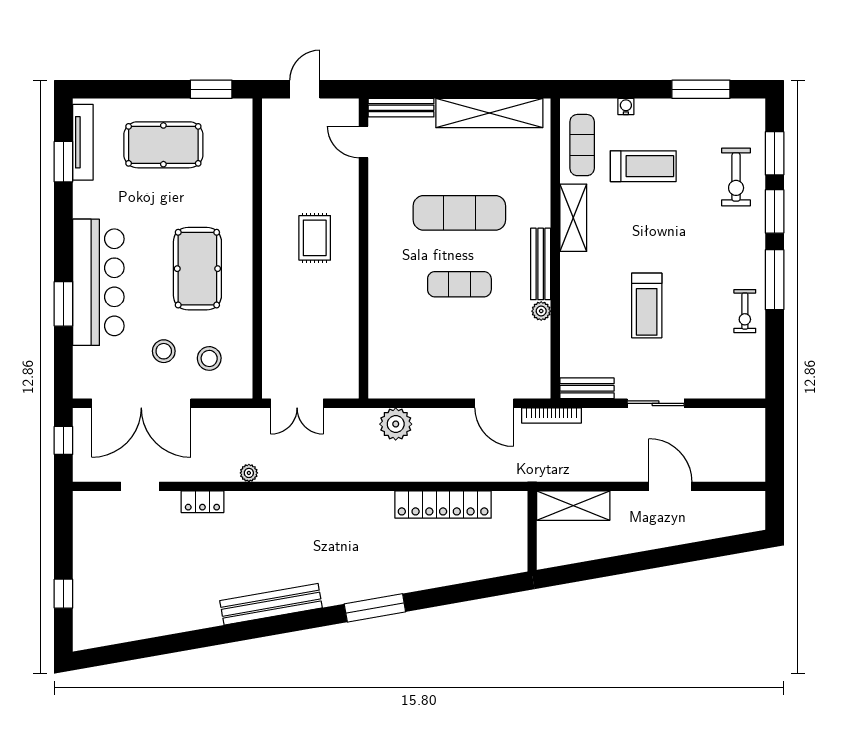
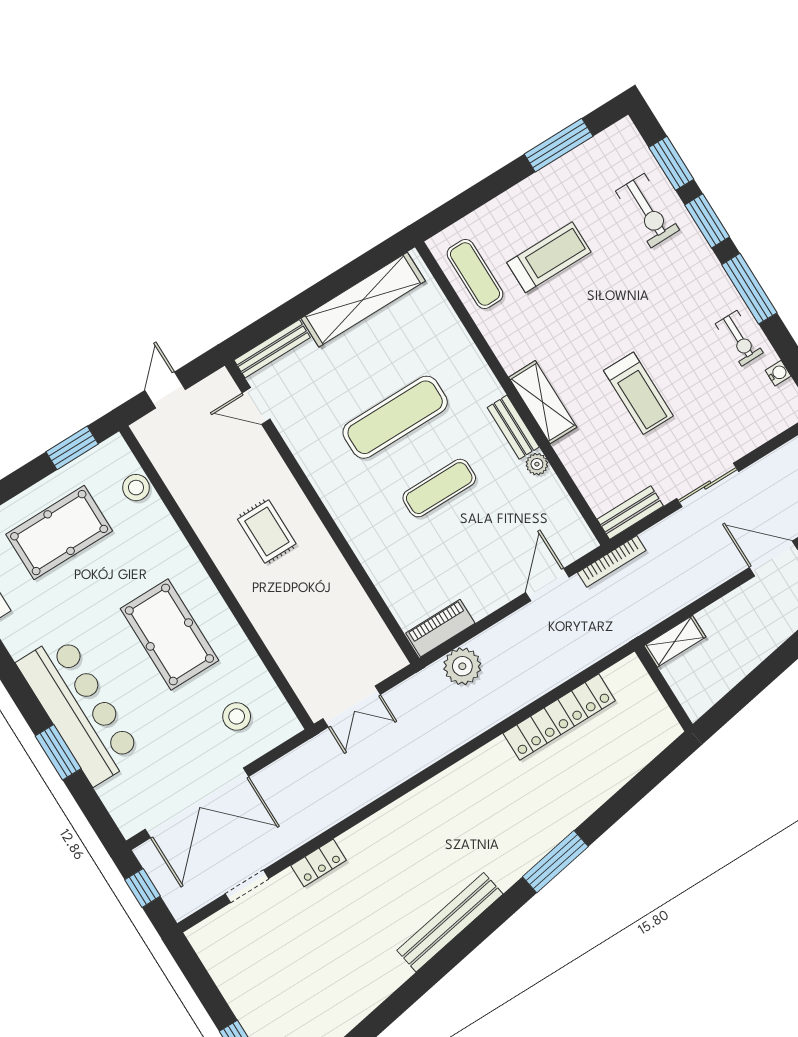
water cooler: (626, 107) -> (778, 373), moved, turned 90
shelving: (573, 218) -> (543, 402), moved
bench: (541, 264) -> (513, 427), width x0.73
stool: (164, 351) -> (136, 488), moved
piano: (397, 386) -> (440, 628), added
door: (494, 403) -> (547, 585), swing flipped
plant: (249, 473) -> (347, 806), removed
shelving: (573, 506) -> (675, 641), width x0.67, depth x0.75

